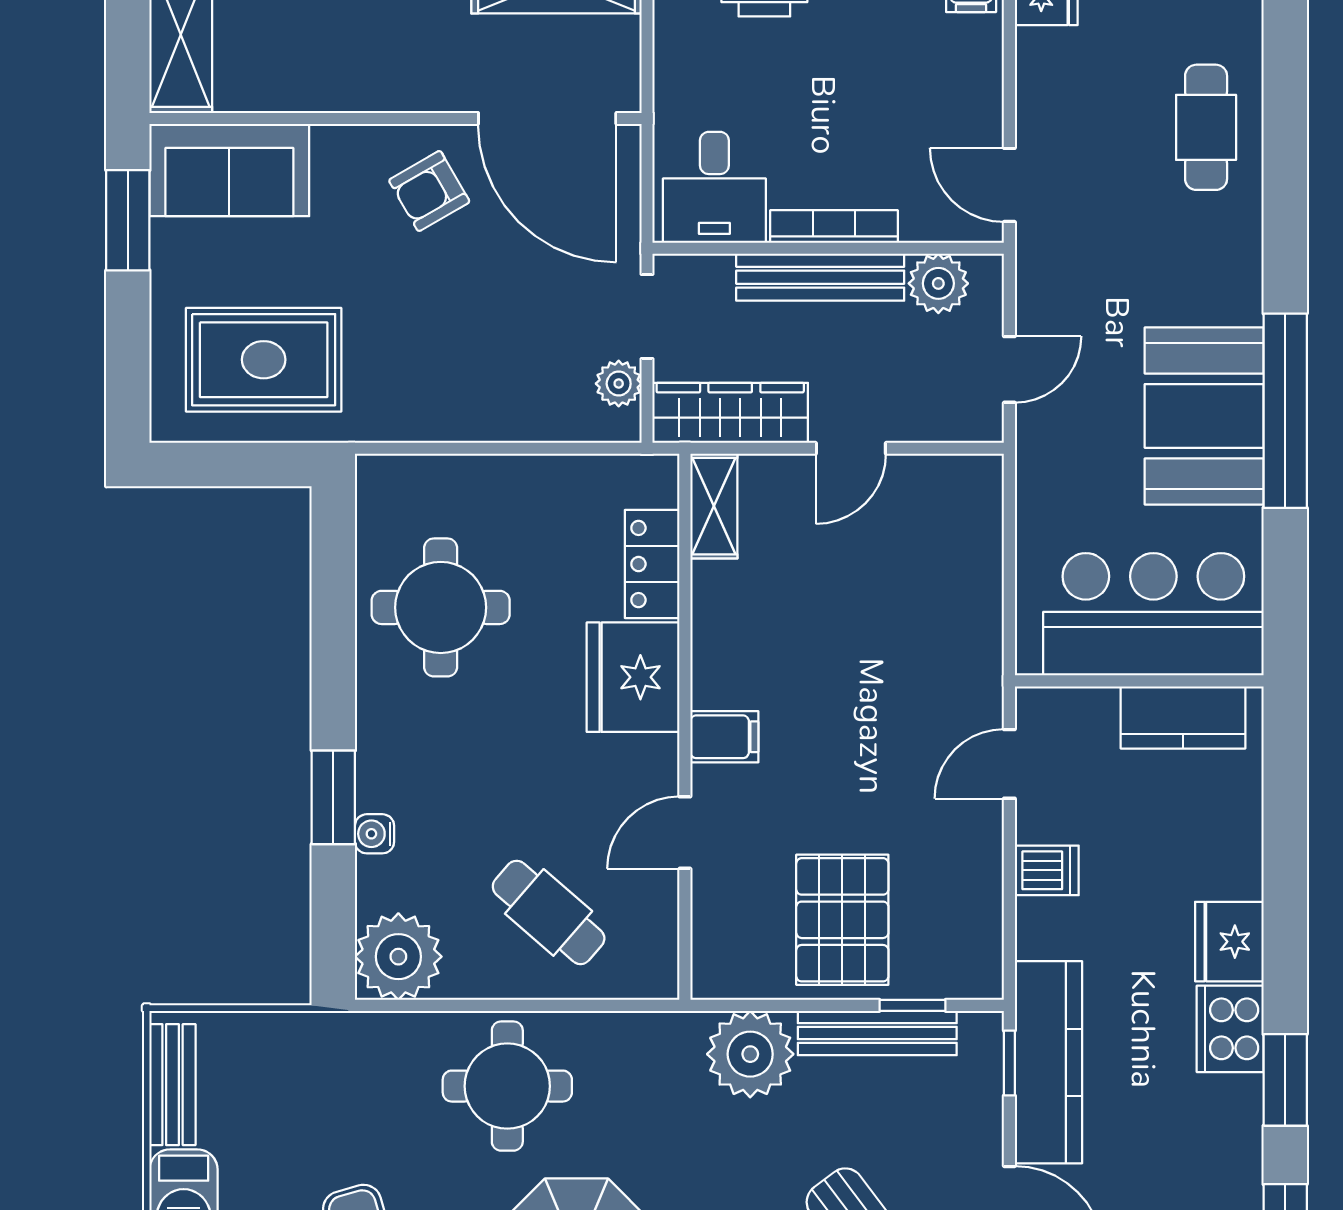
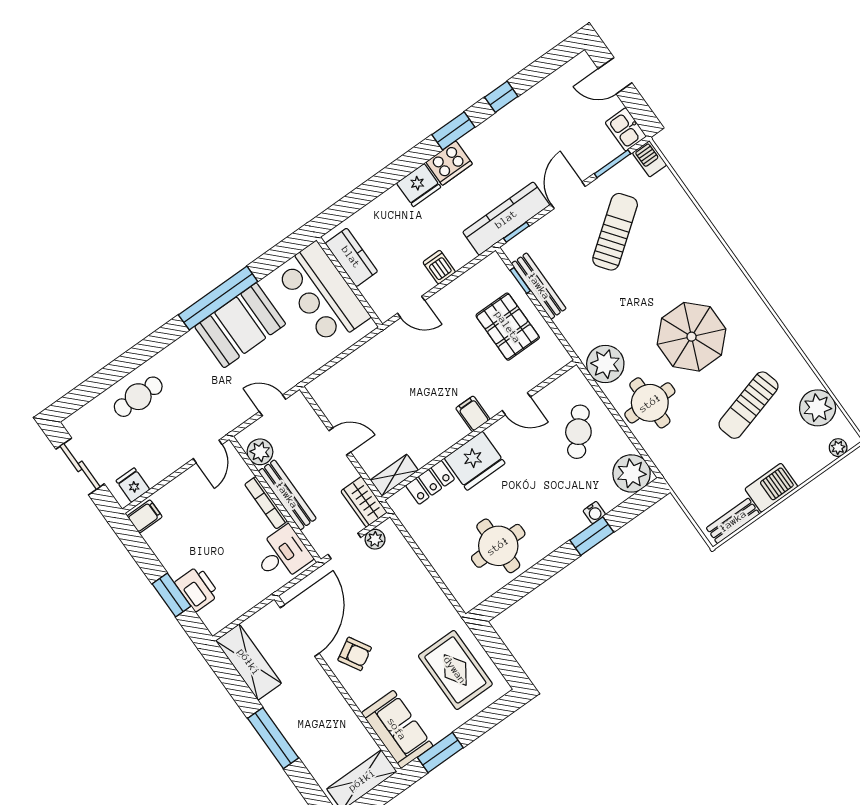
wardrobe: (730, 413) -> (364, 502), width x0.67
pallet: (842, 920) -> (508, 327), turned 90
plant: (750, 1054) -> (605, 364), moved

